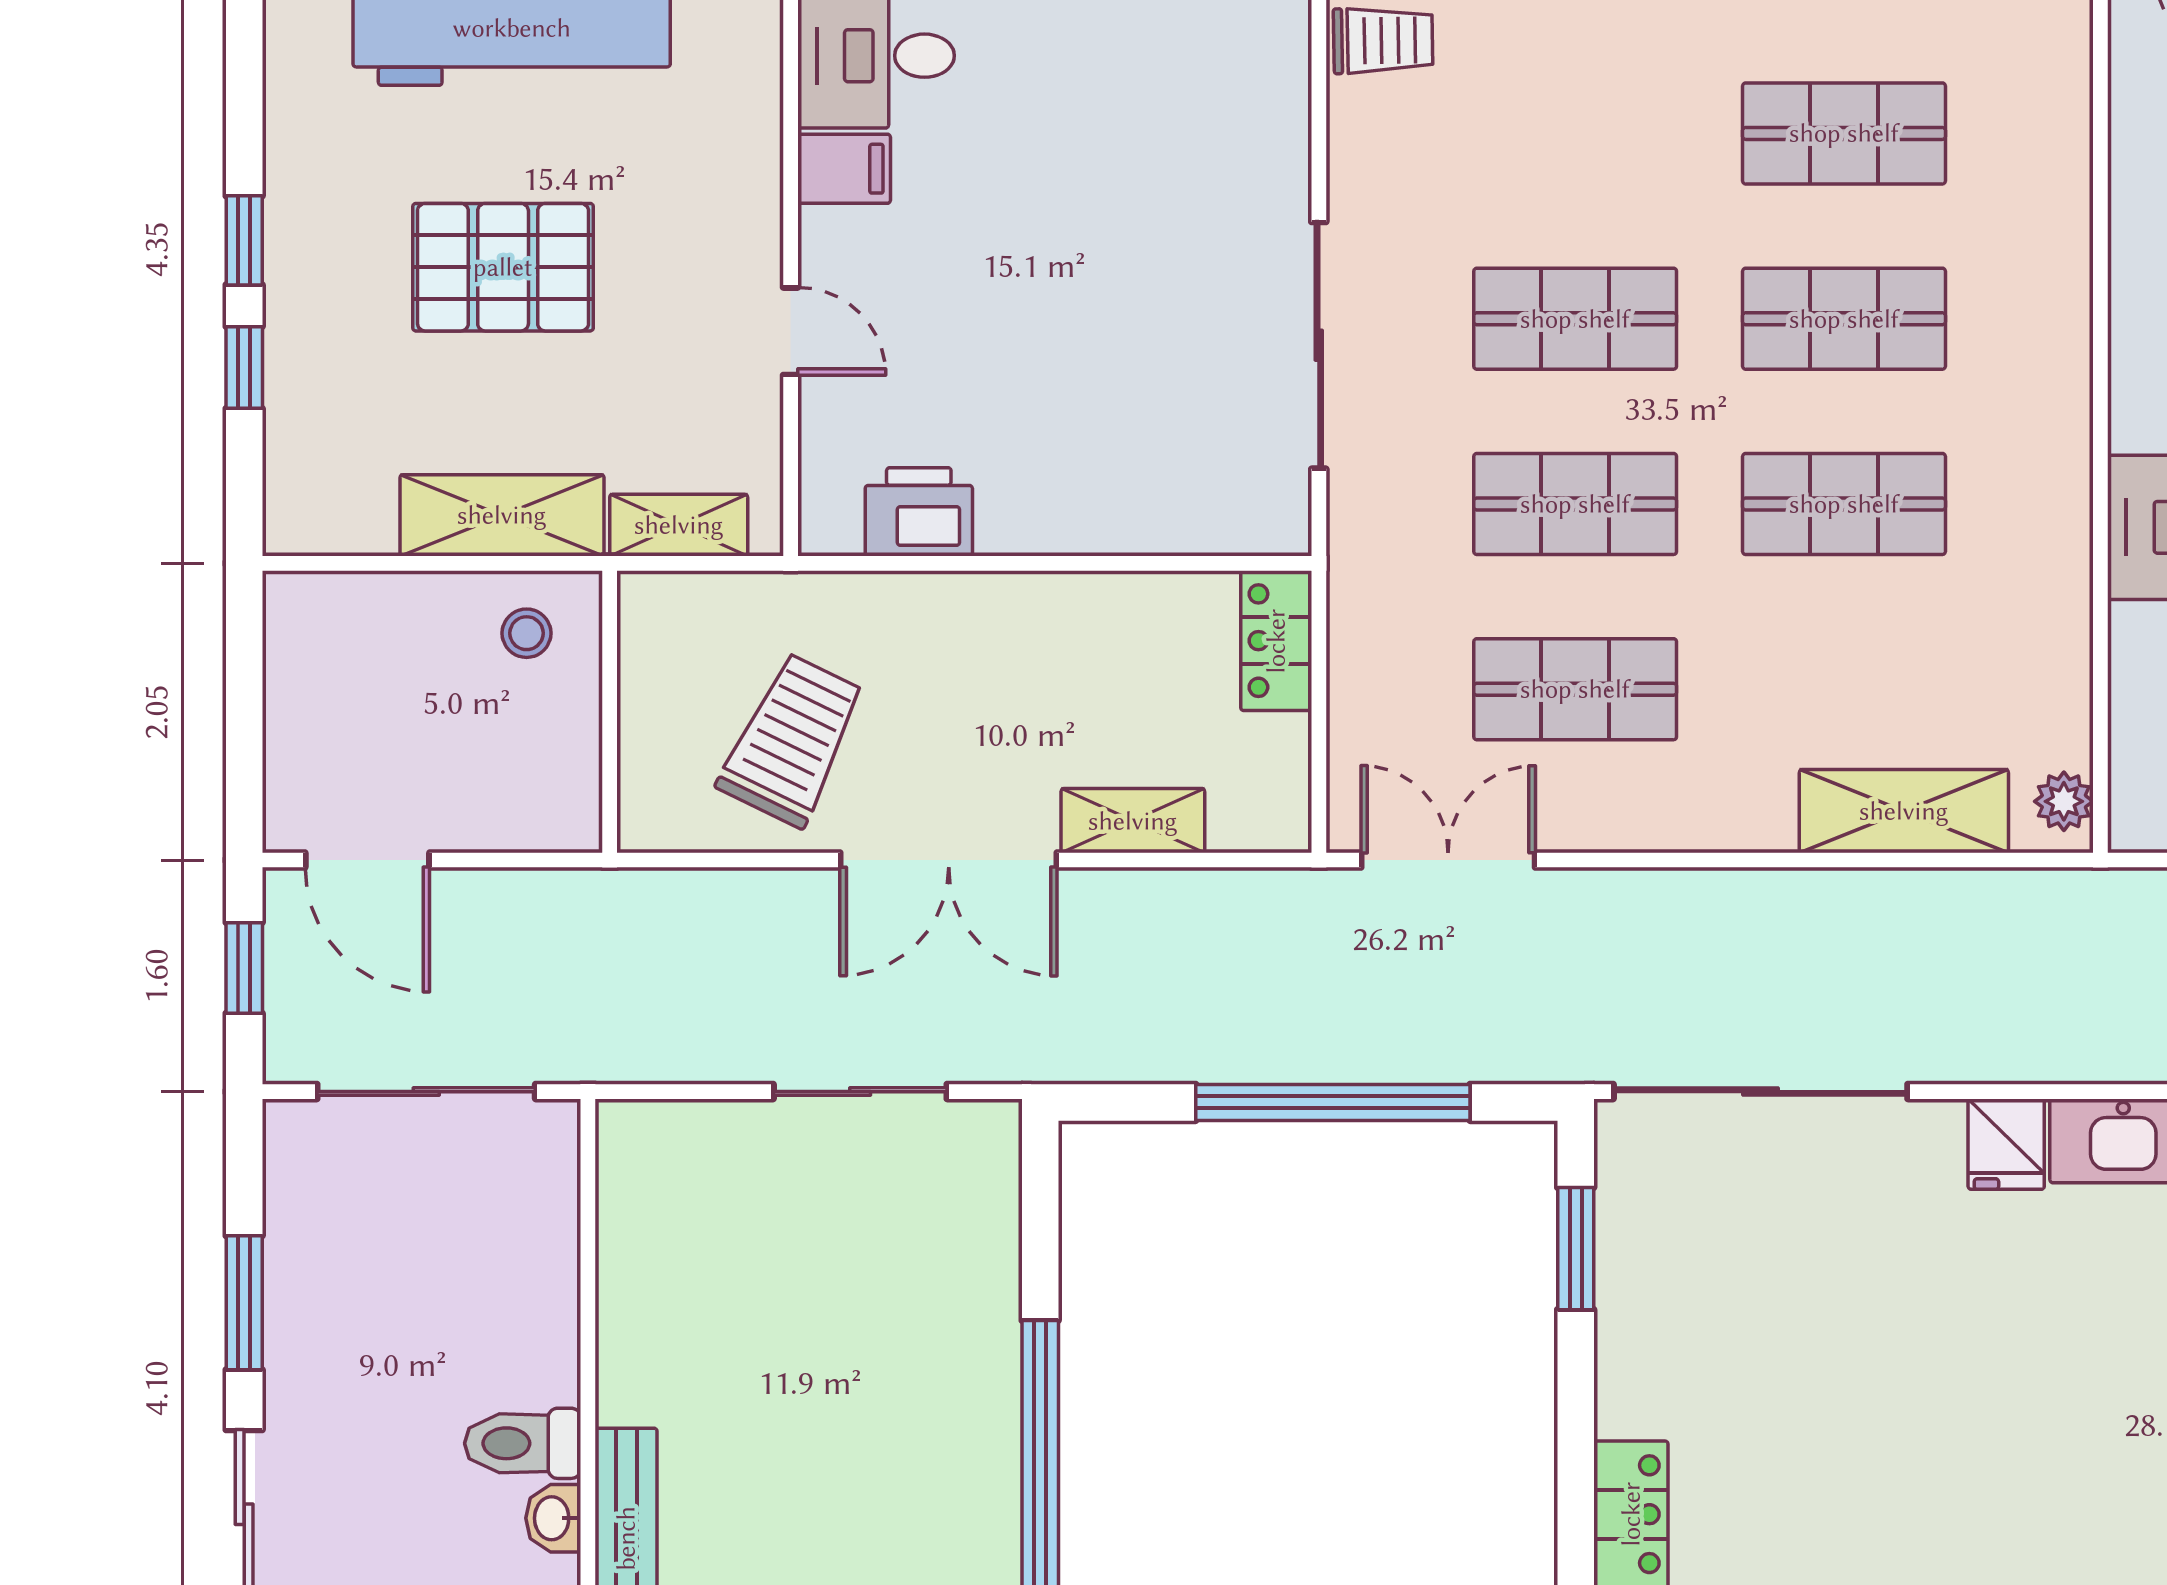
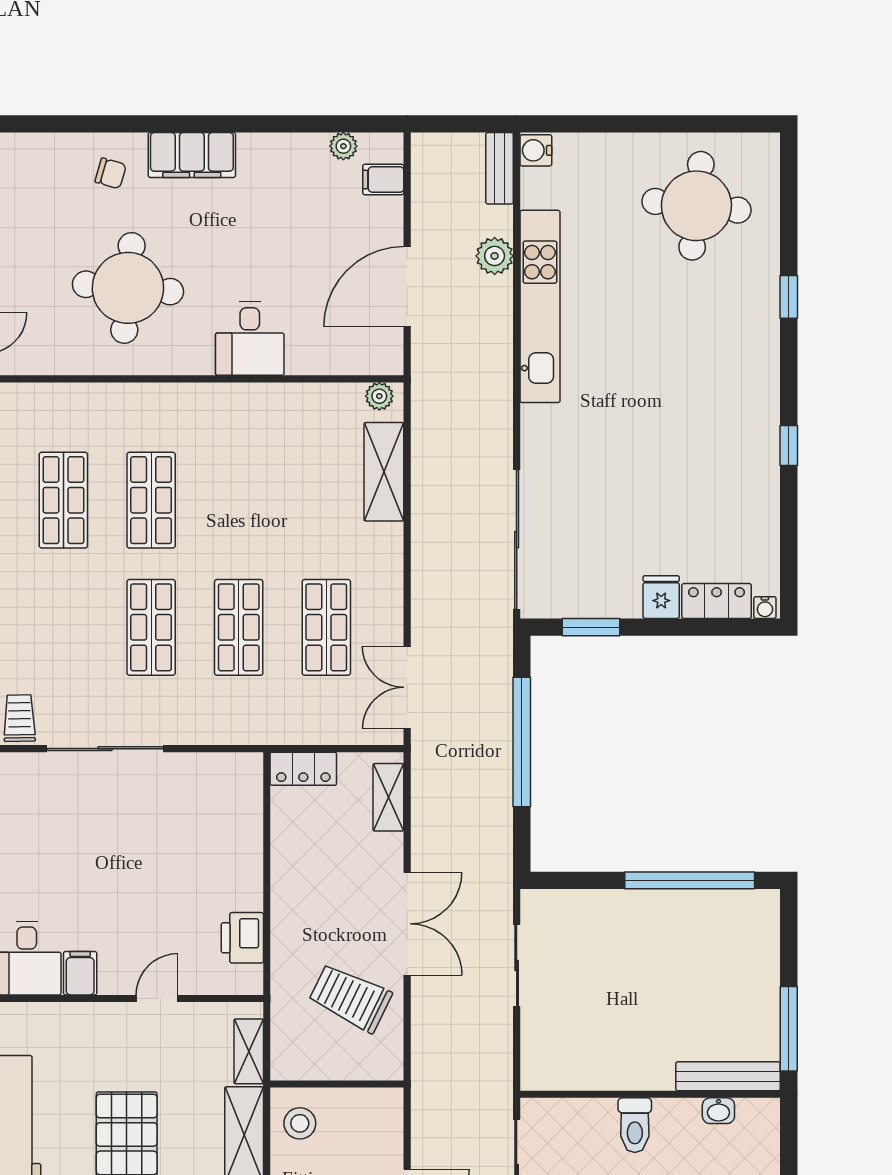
sliding door: (1319, 345) -> (105, 749), moved
shop shelf: (1844, 504) -> (239, 500), removed
stool: (527, 633) -> (300, 1123), width x1.37, depth x1.37
shelving: (1133, 821) -> (388, 797), moved
fridge: (2006, 1144) -> (661, 597), moved, turned -90
toilet: (523, 1443) -> (635, 1125), moved

